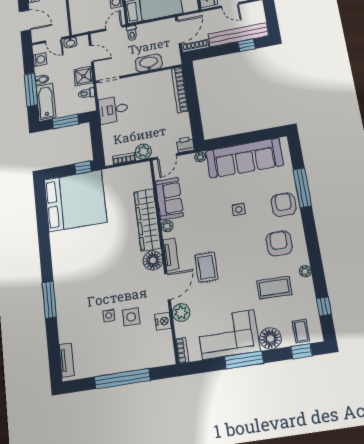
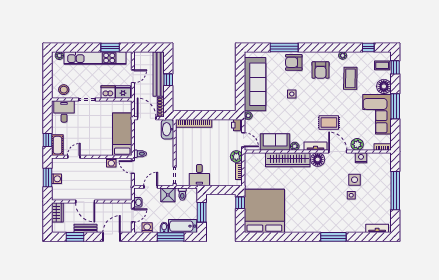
window: (247, 45) -> (168, 80), moved
washbasin: (149, 63) -> (167, 129), moved
armchair: (279, 243) -> (320, 70), turned -90

